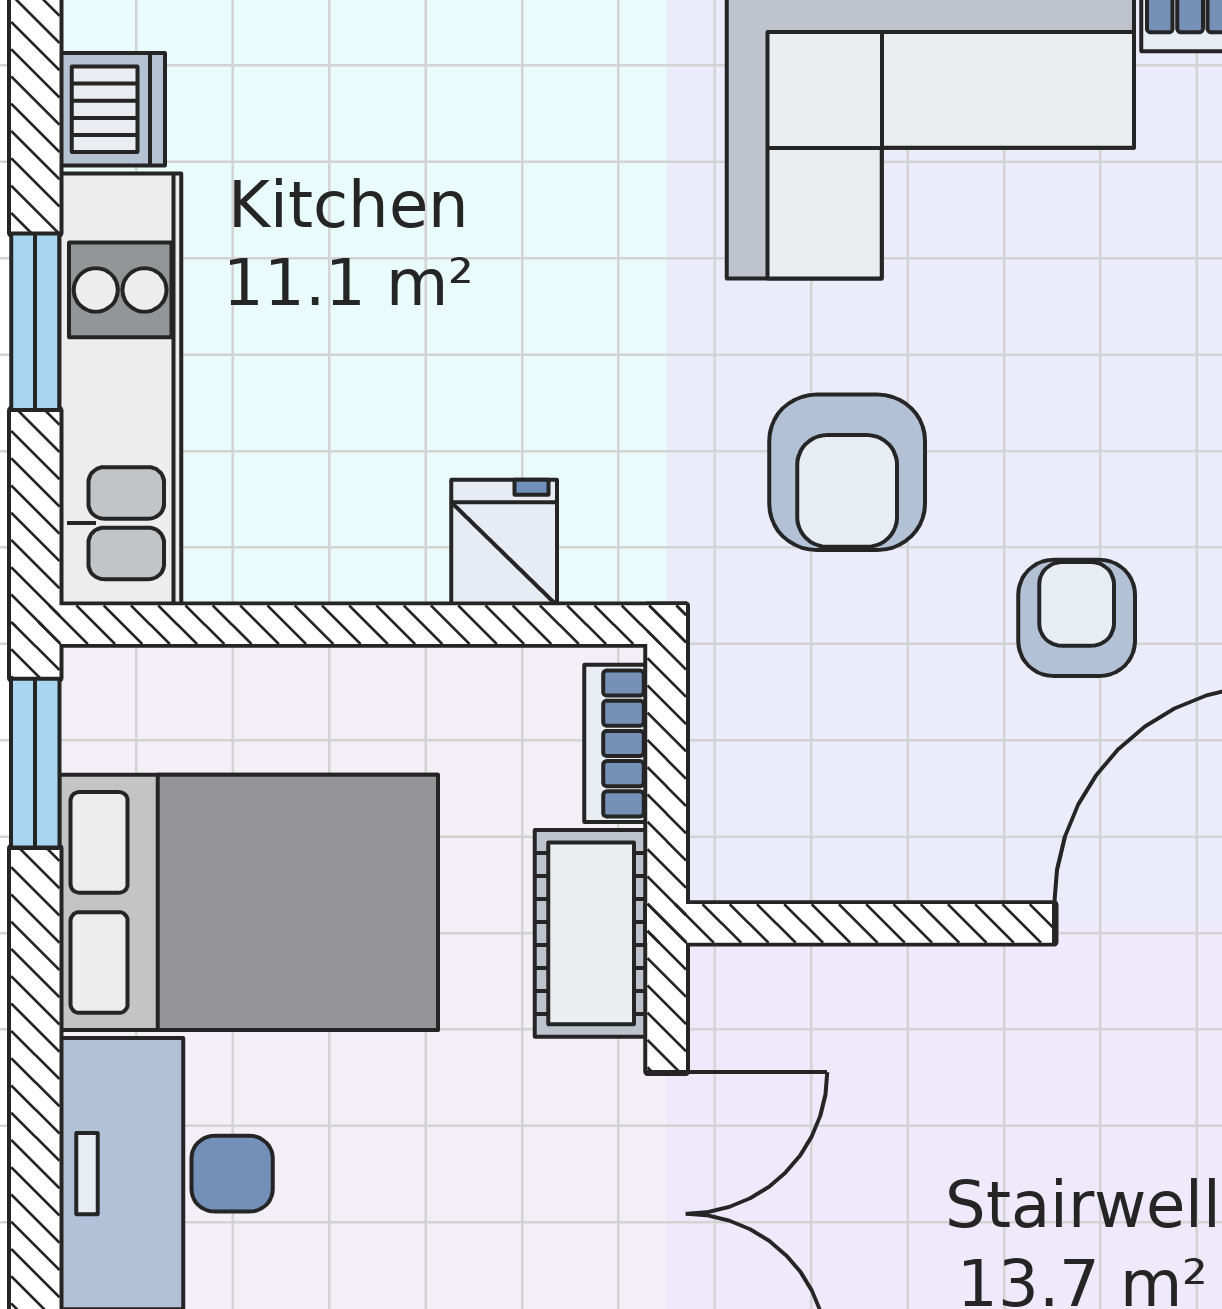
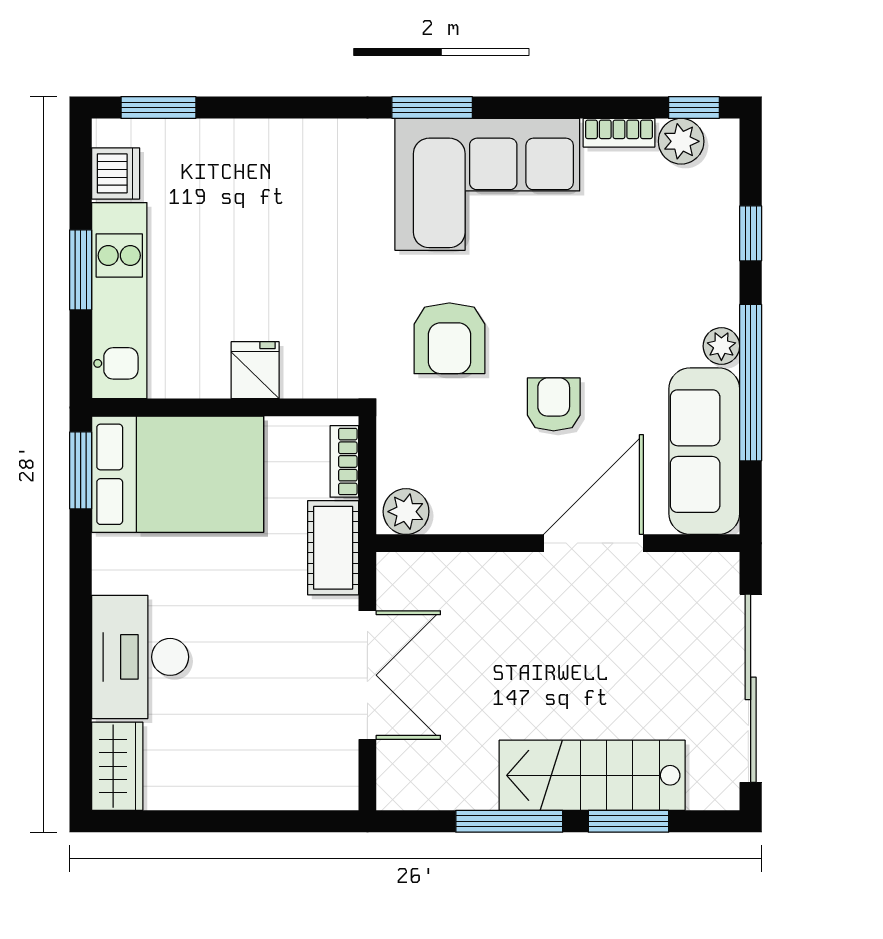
fridge: (504, 542) -> (255, 370), moved
plant: (752, 854) -> (406, 512), added
bed: (249, 902) -> (178, 474), moved

